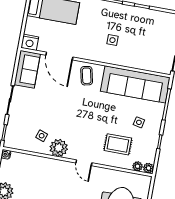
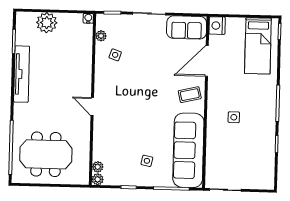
rug: (118, 144) -> (119, 141), removed
plant: (59, 148) -> (101, 36), moved, width x0.53, depth x0.53
door: (84, 163) -> (92, 107), hinge flipped

